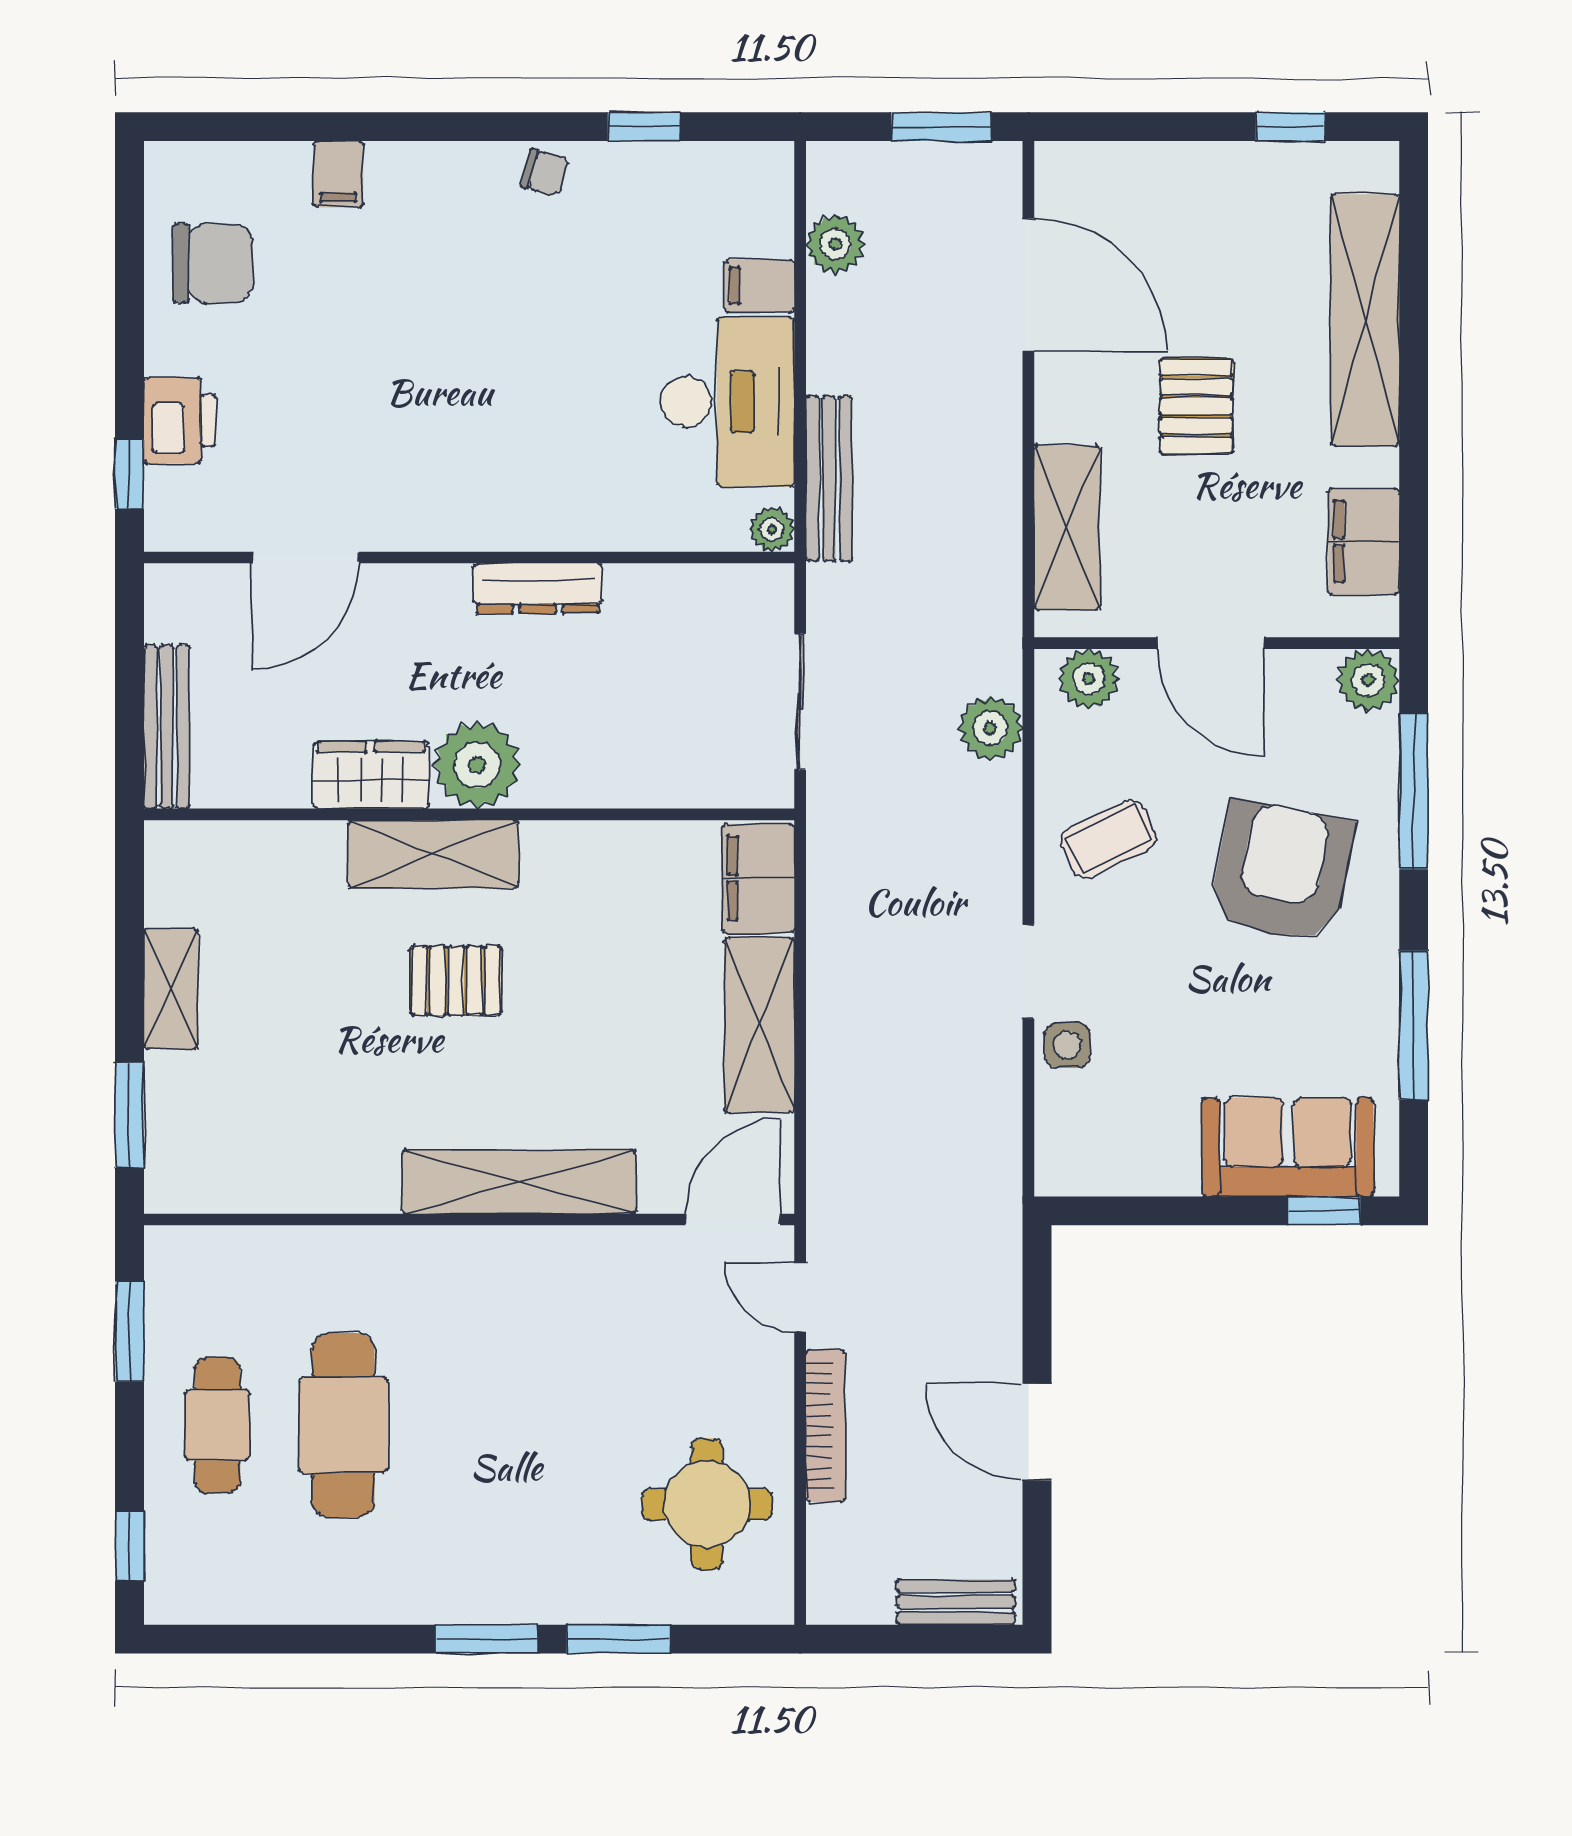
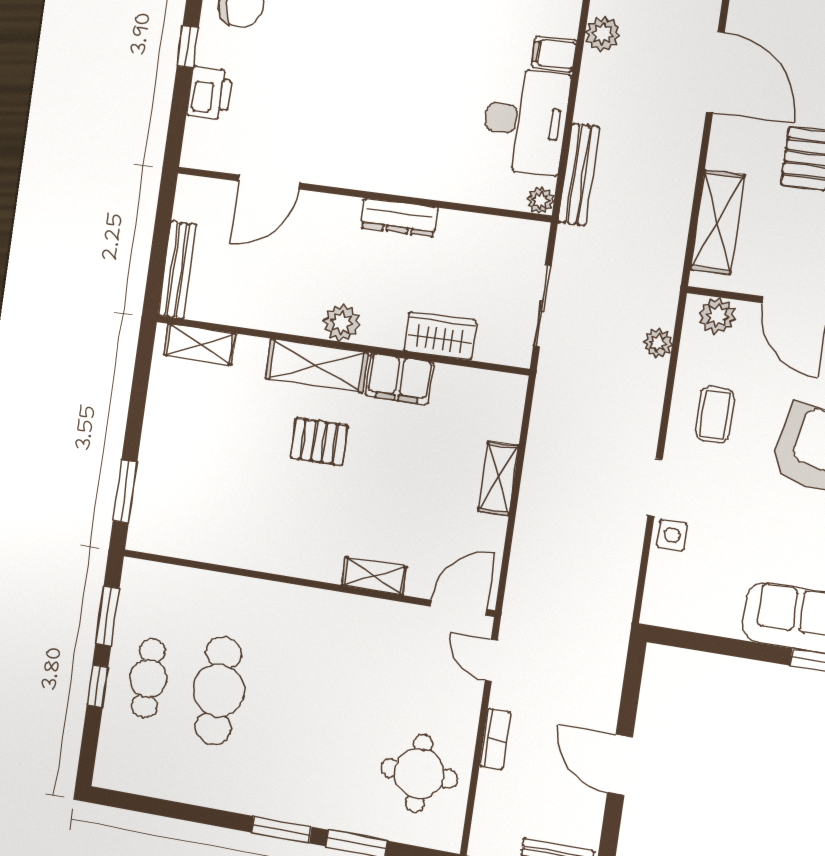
window: (130, 474) -> (188, 47), moved
plant: (990, 728) -> (658, 343), width x0.73, depth x0.73
plant: (477, 765) -> (342, 323), width x0.73, depth x0.73
wardrobe: (371, 775) -> (440, 336), moved
coffee table: (1108, 839) -> (715, 415), turned -64
filing cabinet: (758, 878) -> (399, 379), moved, turned -90
shelving: (171, 989) -> (200, 344), moved, turned 90
shelving: (759, 1025) -> (498, 478), width x0.67, depth x0.75
shelving: (519, 1182) -> (374, 576), width x0.45, depth x0.75
bookcase: (825, 1426) -> (495, 739), width x0.64
window: (130, 1546) -> (98, 686), moved

